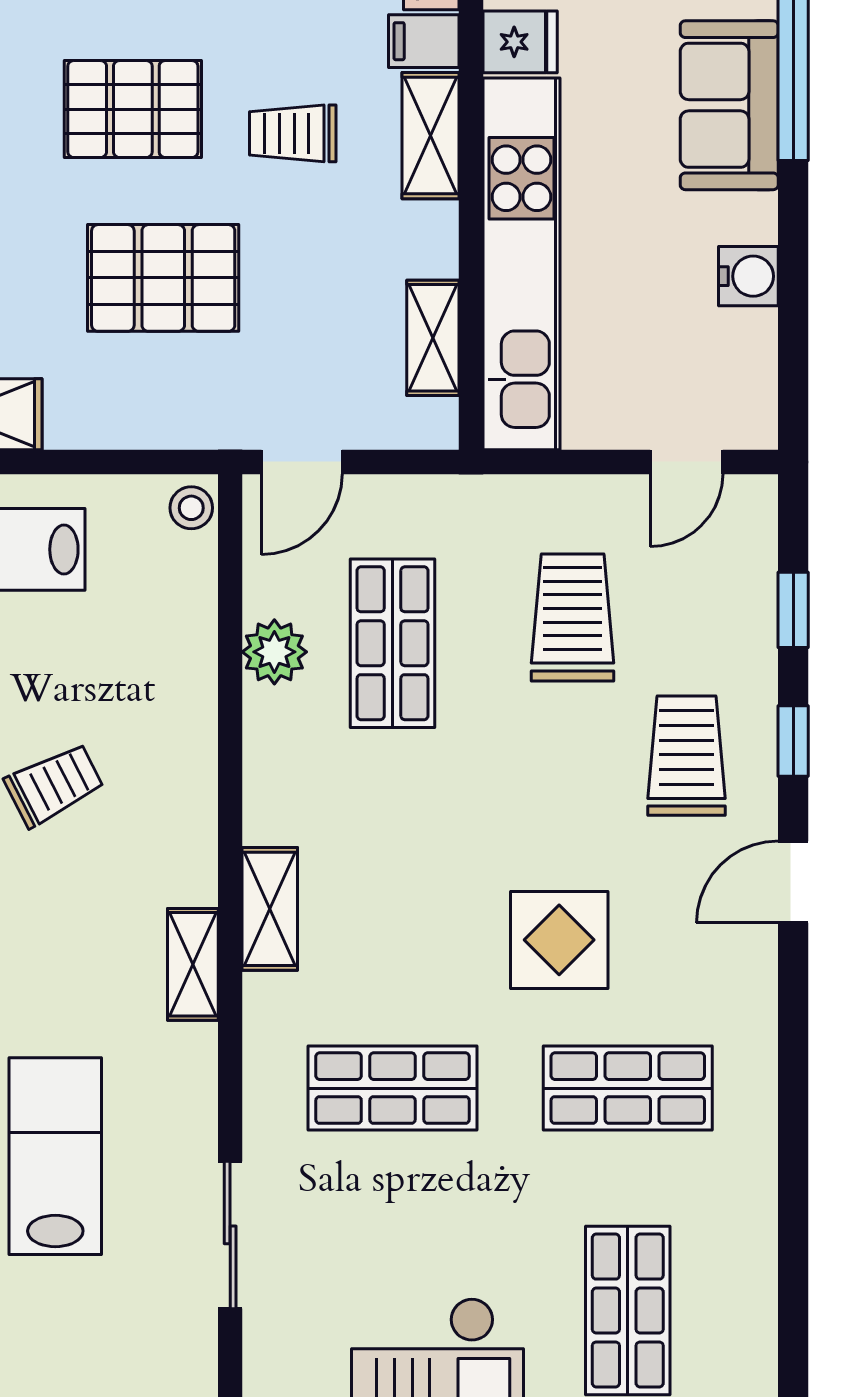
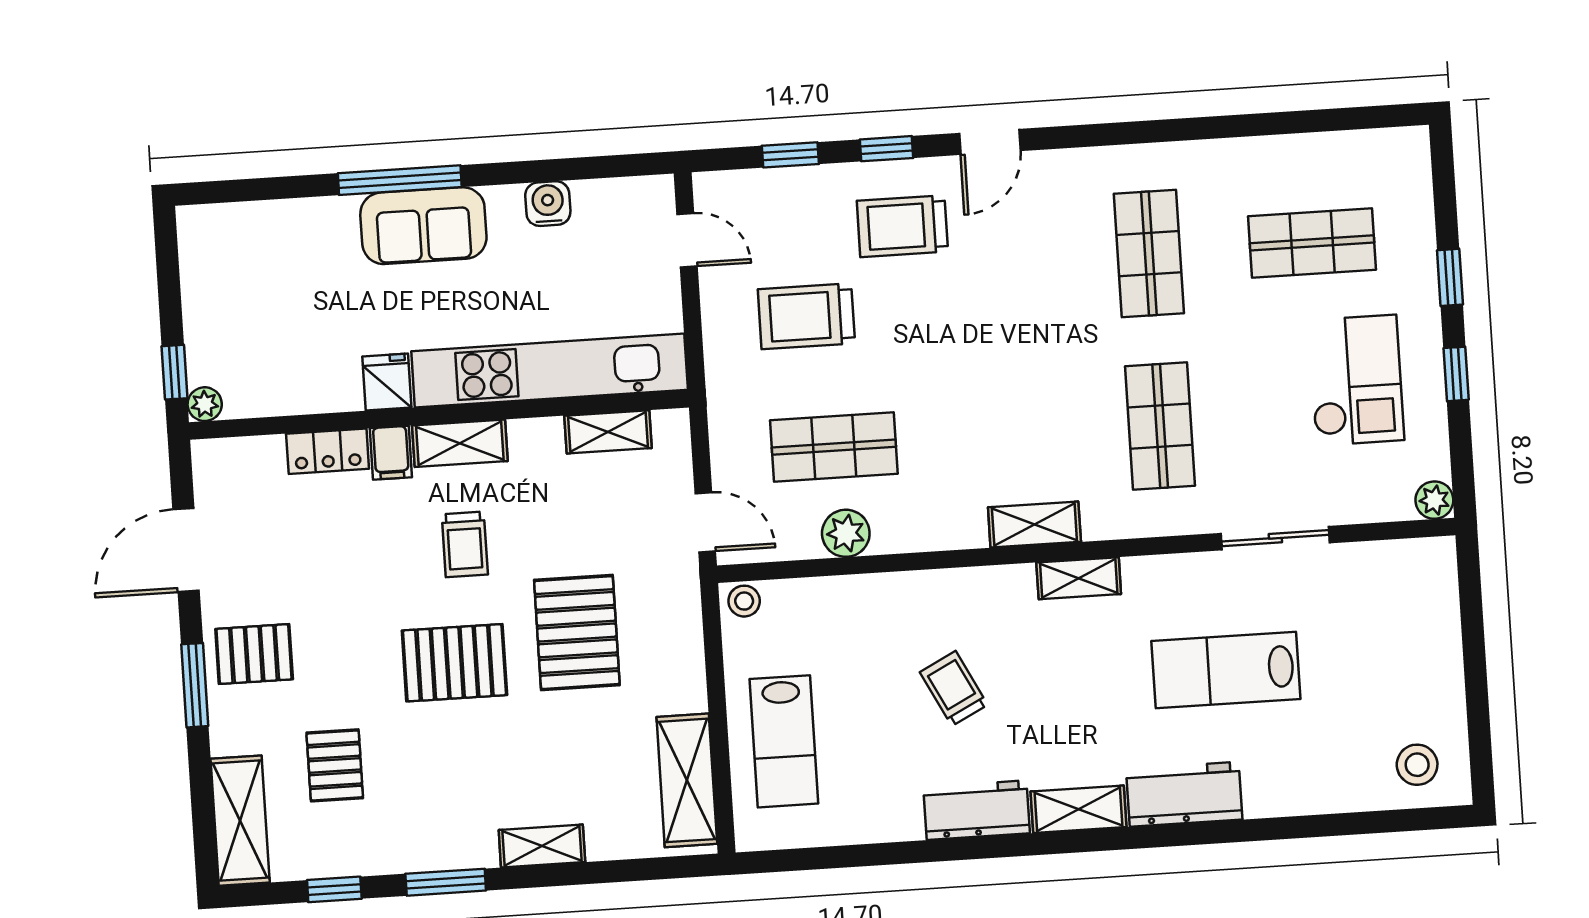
pallet: (133, 109) -> (454, 663), turned 90
door: (793, 882) -> (990, 142), hinge flipped
display table: (559, 940) -> (1044, 311), removed

